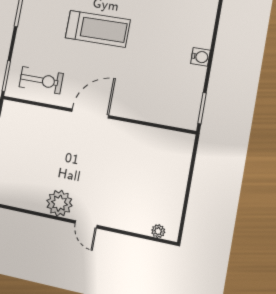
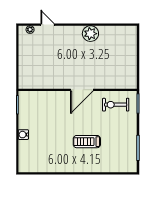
treadmill: (98, 29) -> (87, 142), width x0.73, depth x0.73
door: (86, 224) -> (48, 25), moved

